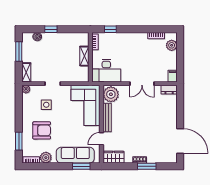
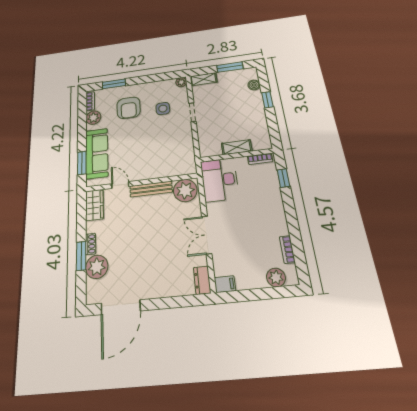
corner sofa: (86, 105) -> (166, 158), removed
plant: (155, 156) -> (97, 267), added

